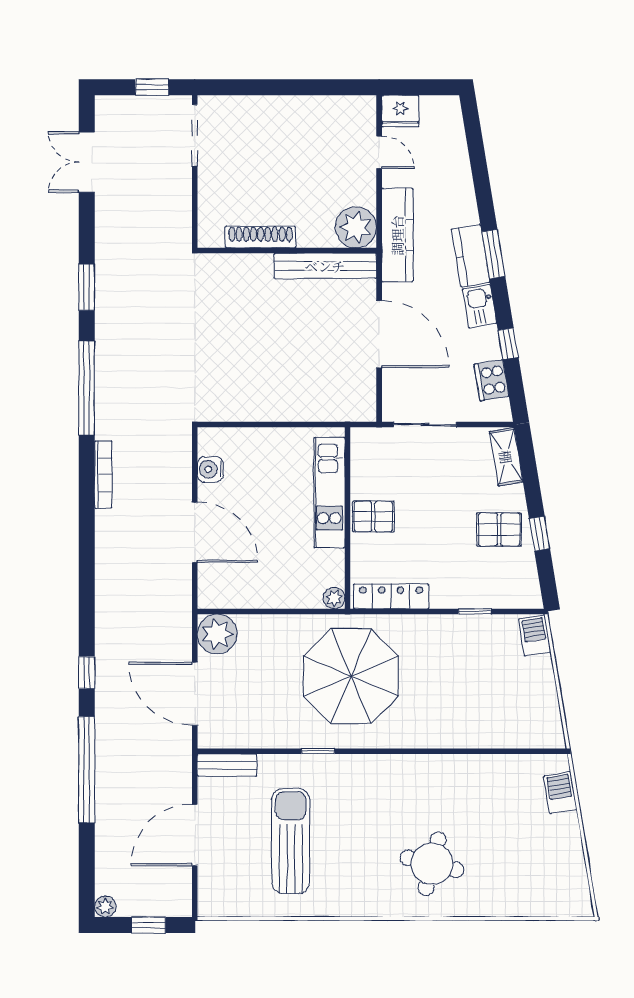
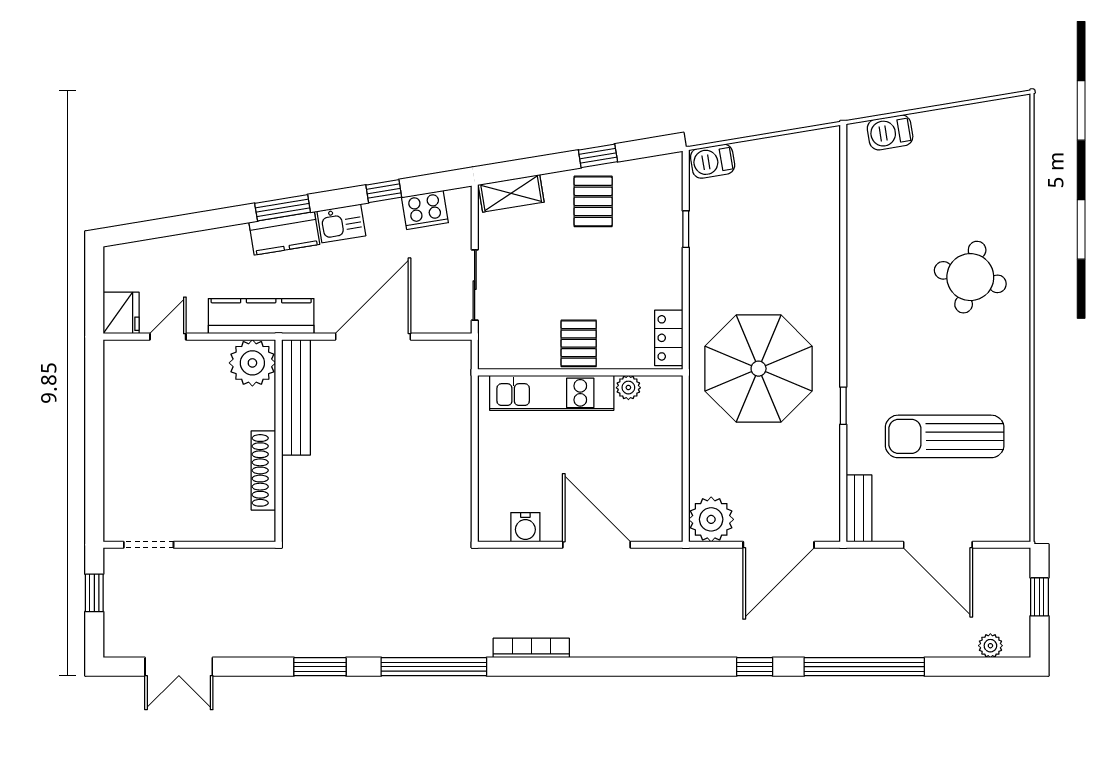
doorway: (195, 135) -> (149, 545), width x0.73
door: (195, 532) -> (596, 545), hinge flipped
locker: (391, 596) -> (669, 338), width x0.66
plant: (334, 598) -> (628, 388), moved
plant: (105, 907) -> (990, 646), moved

